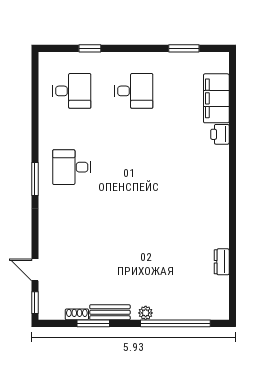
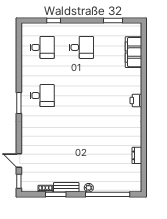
printer: (220, 134) -> (136, 100), moved
desk: (72, 167) -> (42, 96), turned 180

